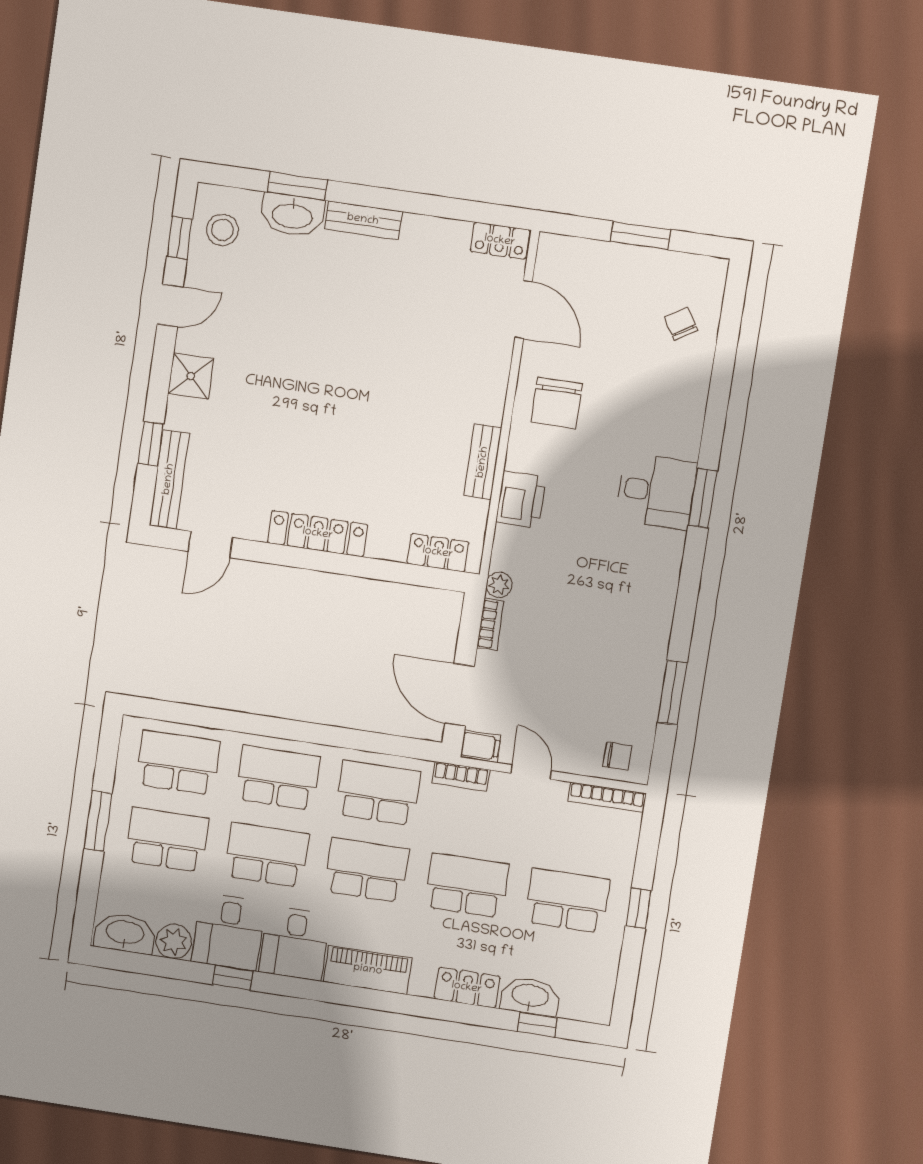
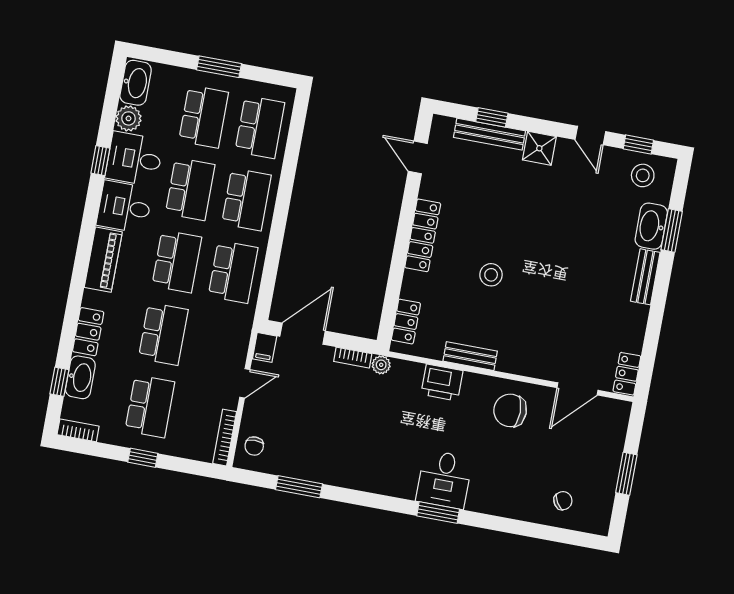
stool: (369, 437) -> (491, 275), added
bench: (169, 479) -> (490, 134), moved
bookcase: (461, 776) -> (78, 430), moved, turned 90

